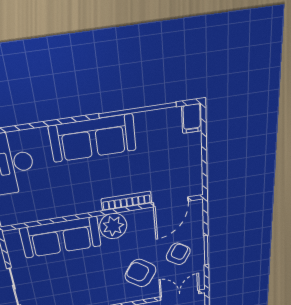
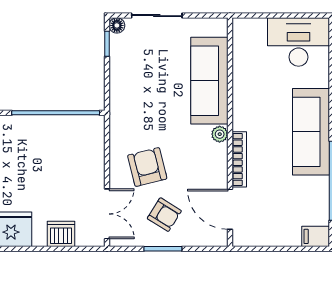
plant: (113, 226) -> (220, 134), width x0.53, depth x0.53
armchair: (140, 273) -> (147, 167), turned -49

